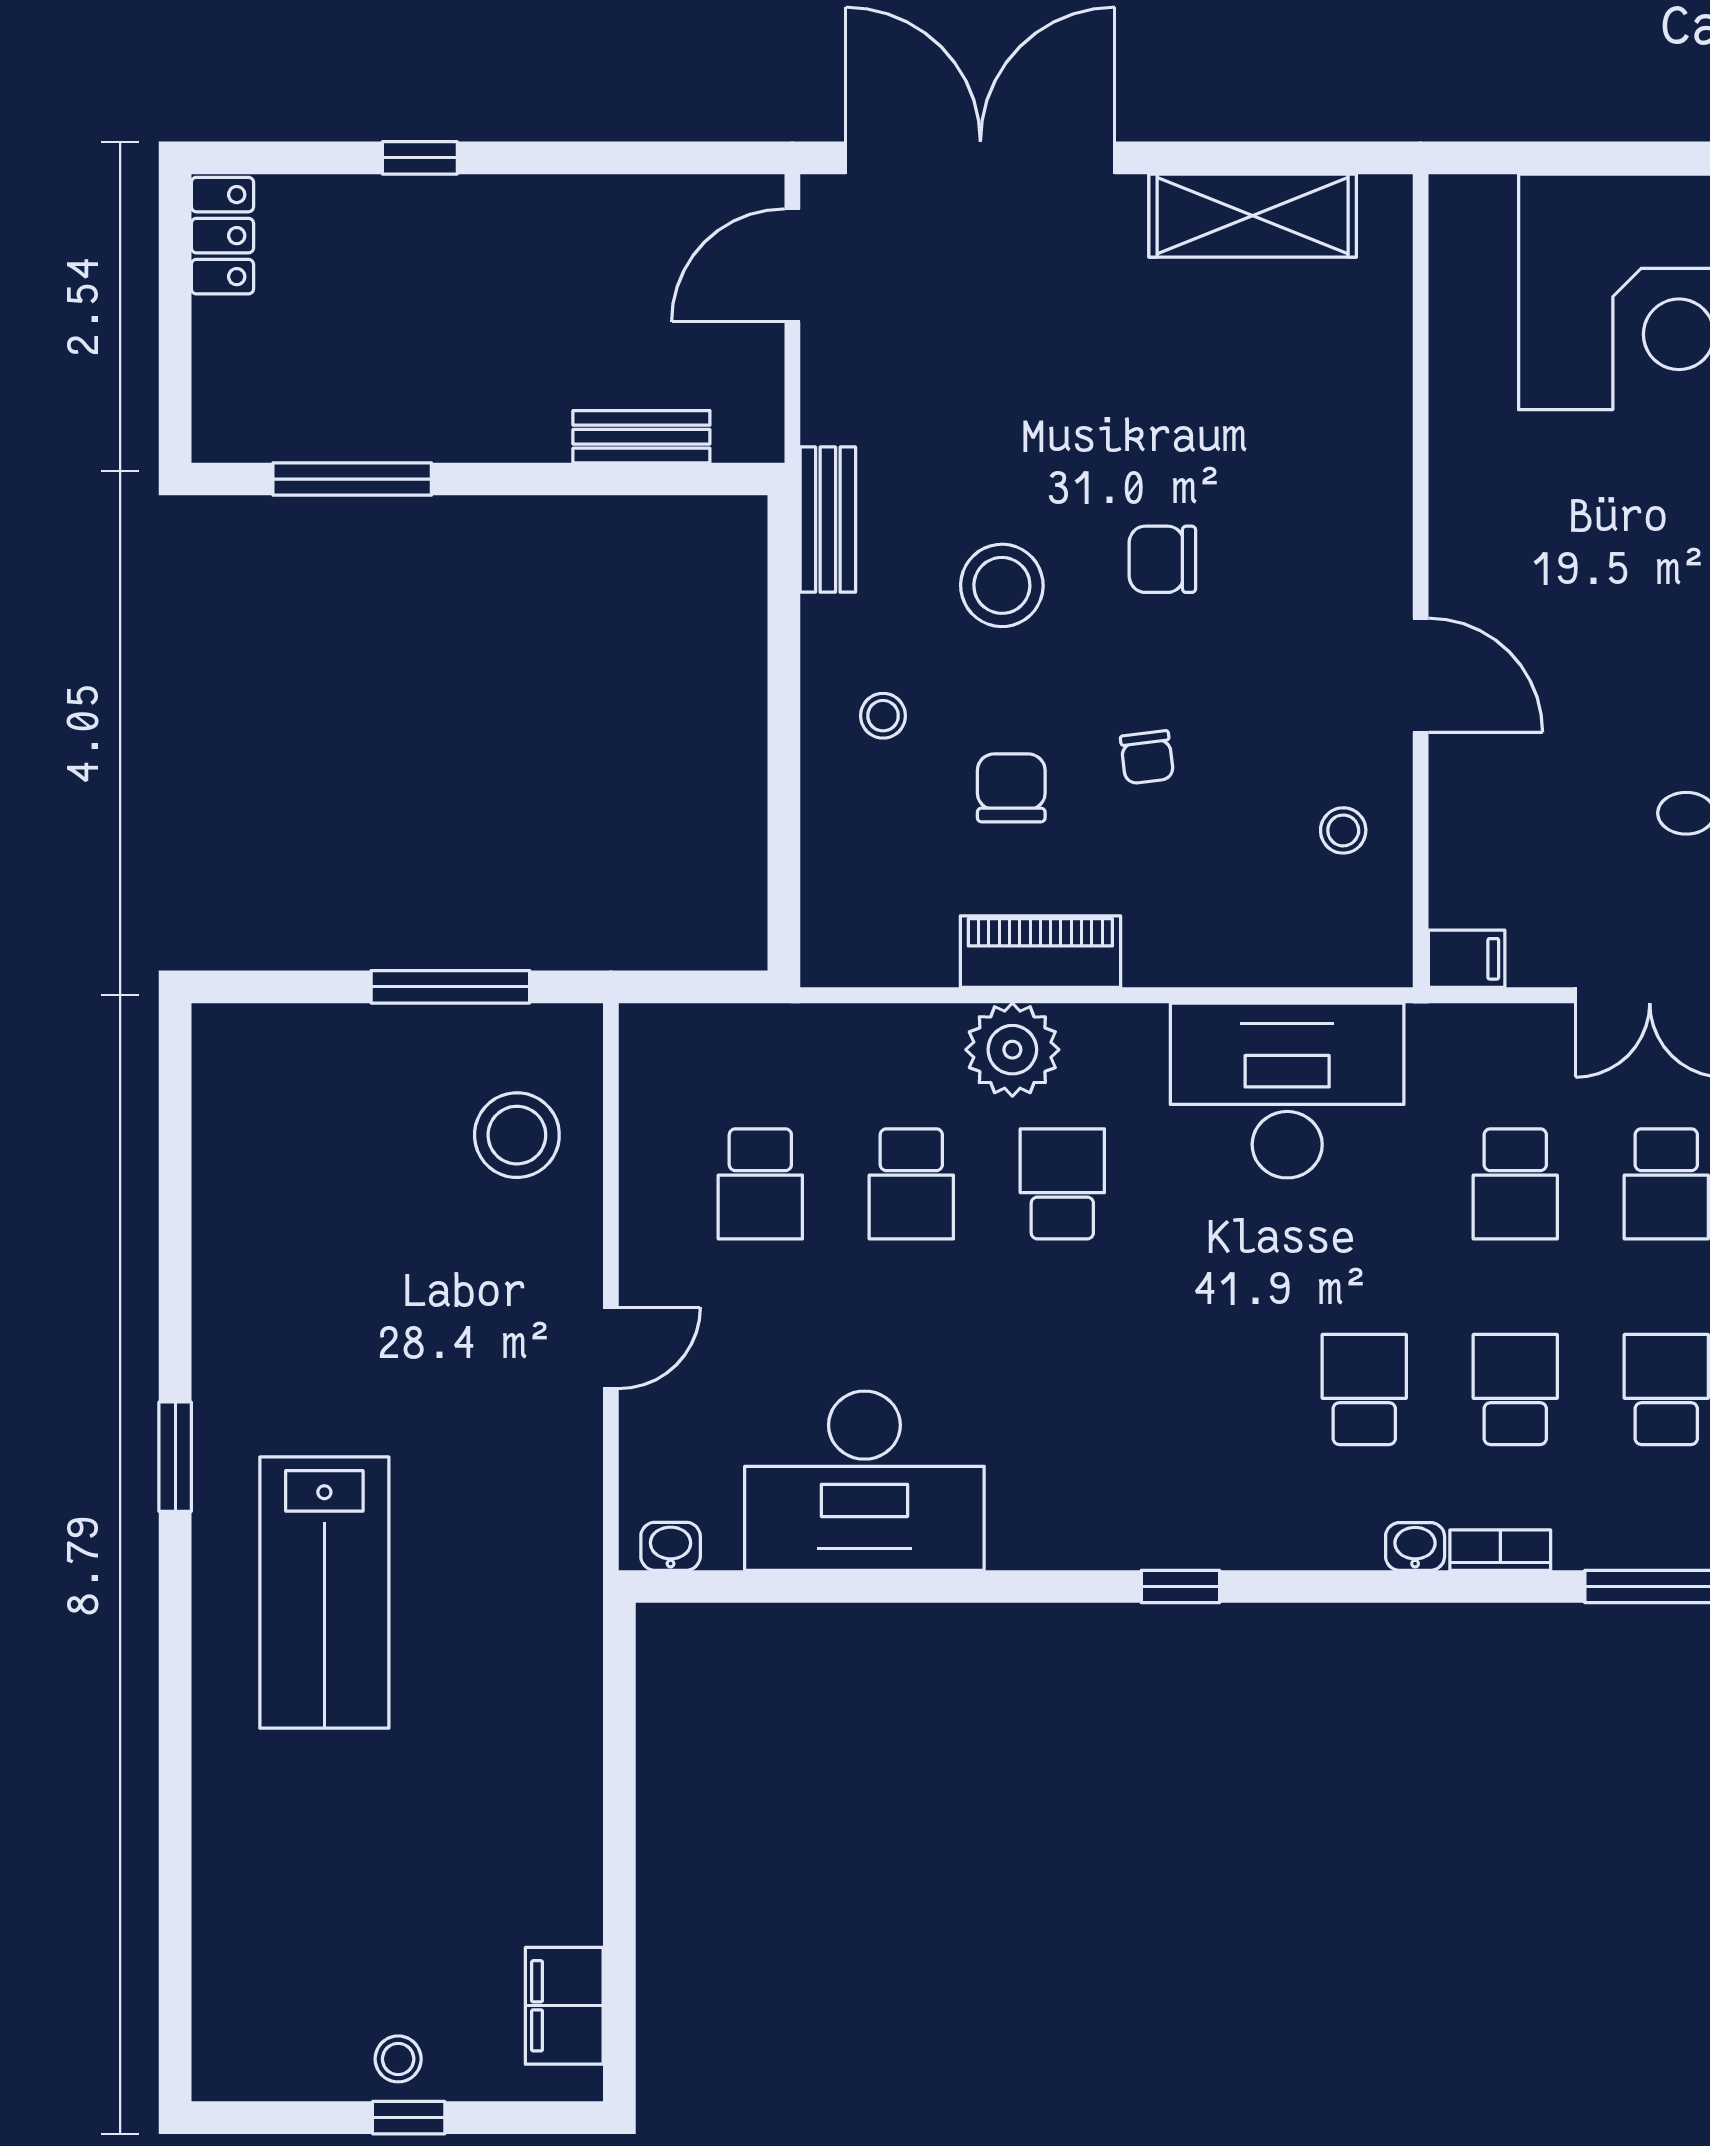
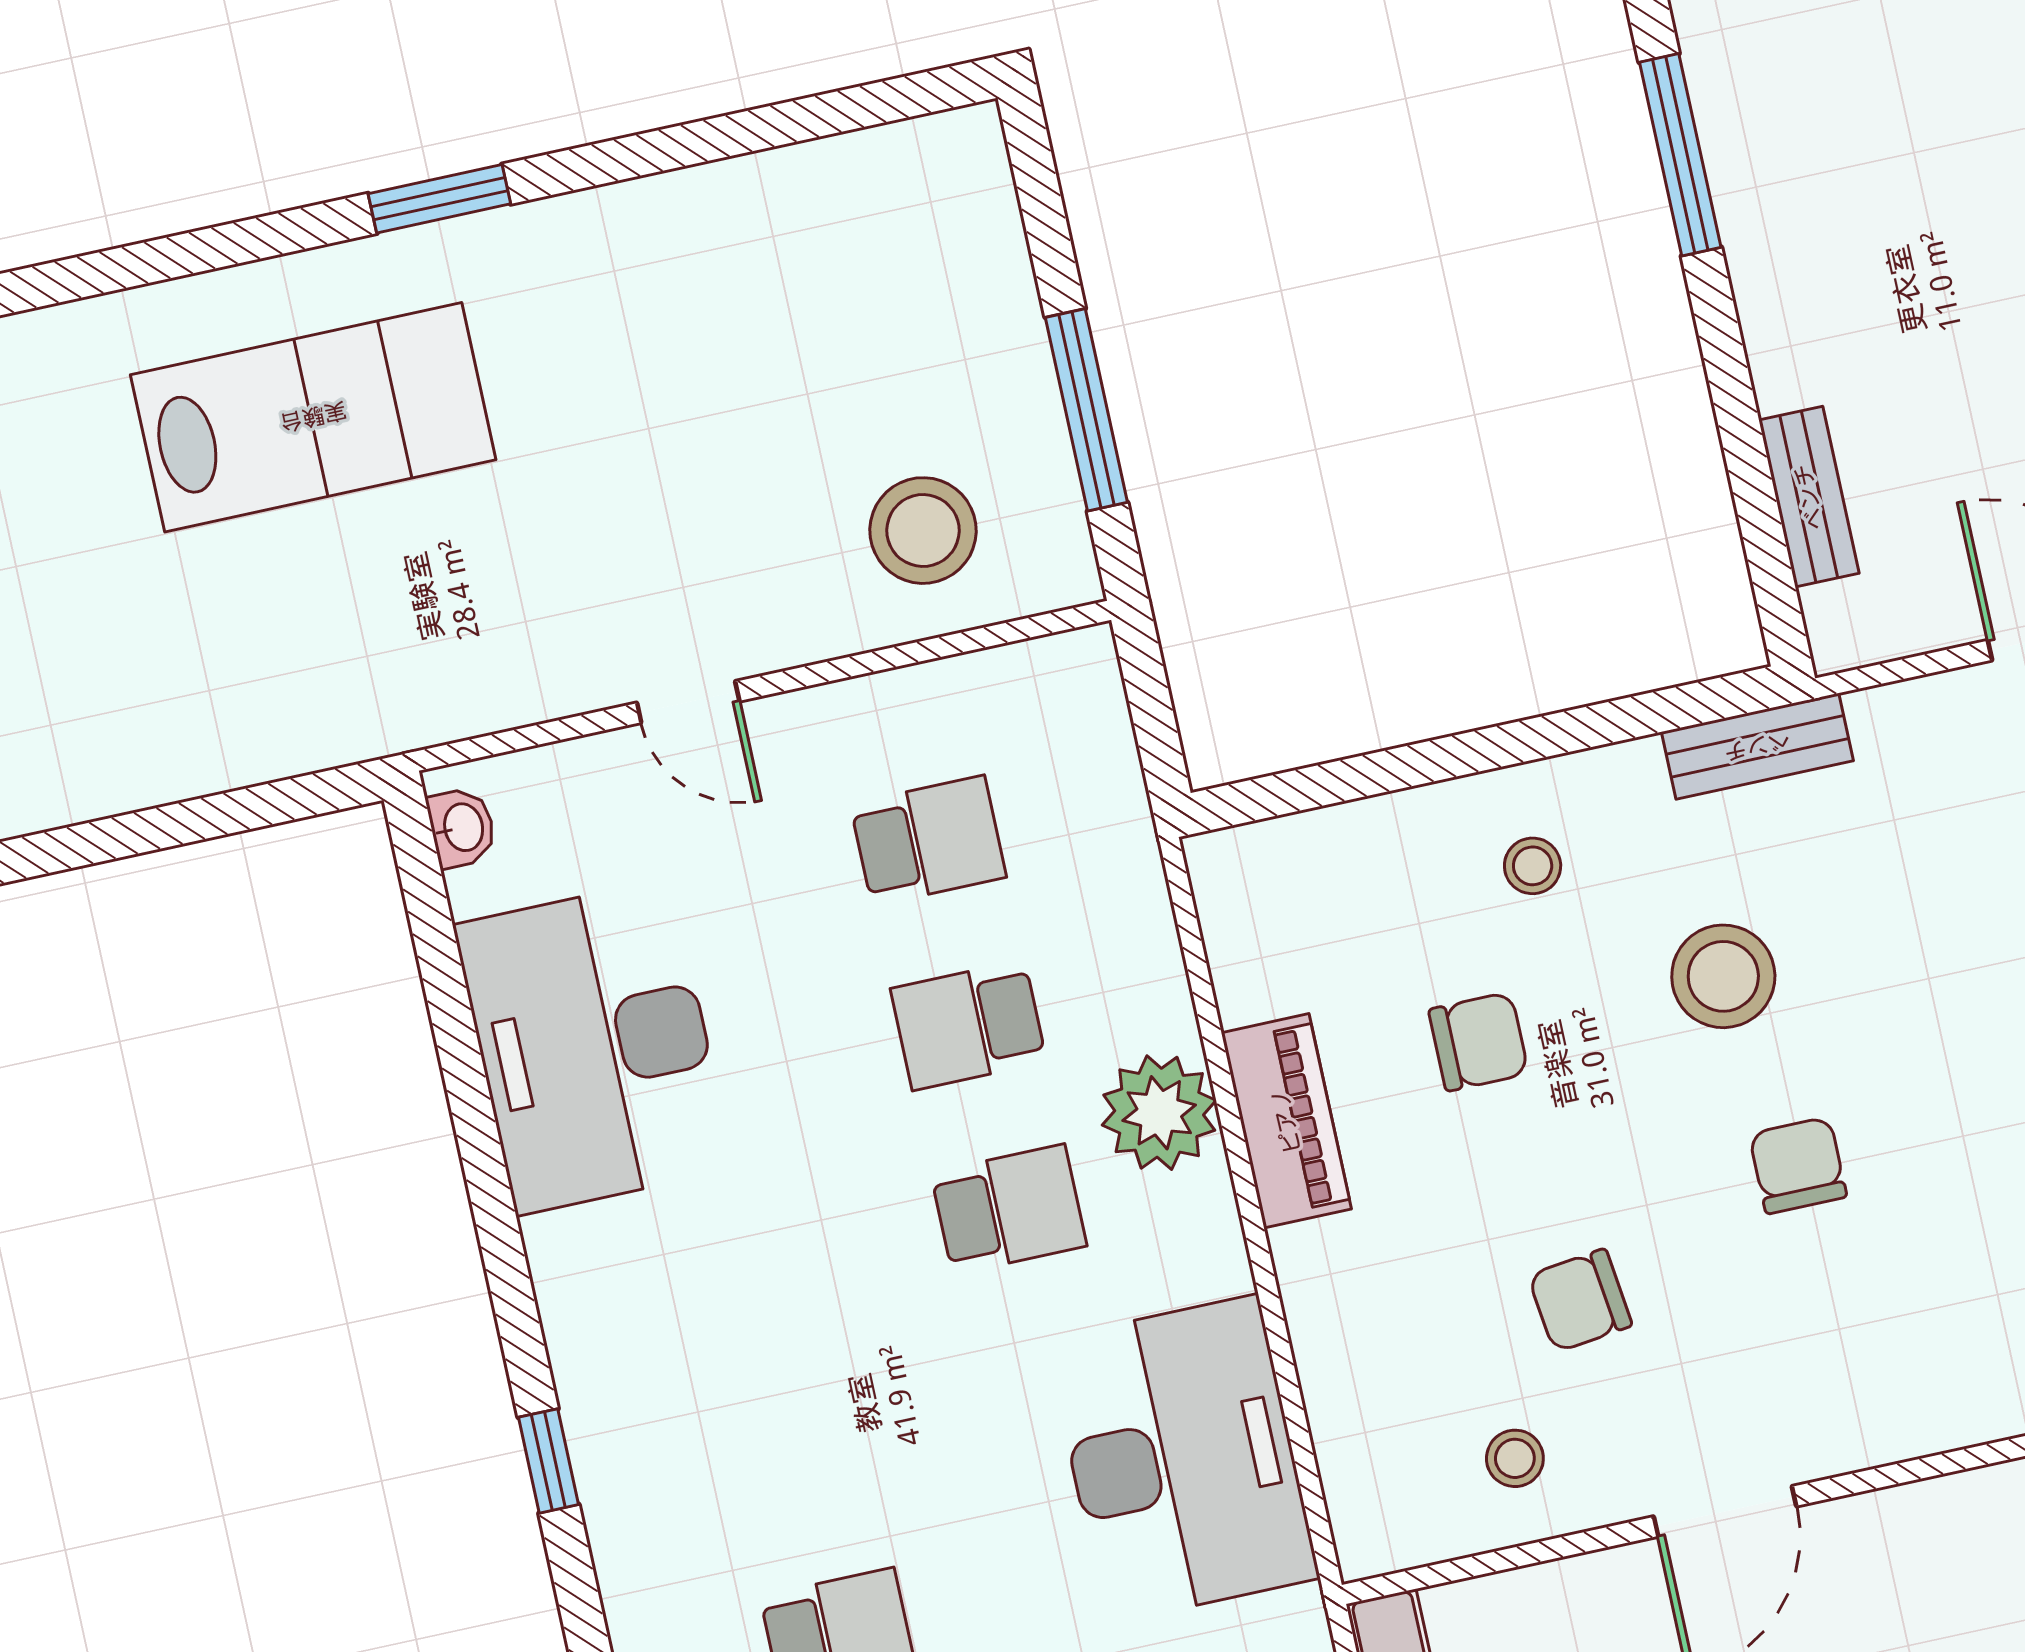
chair: (1147, 757) -> (1580, 1300), moved, width x1.37, depth x1.37
school desk: (760, 1184) -> (928, 841), turned 180
lab bench: (324, 1593) -> (313, 417), turned 180

